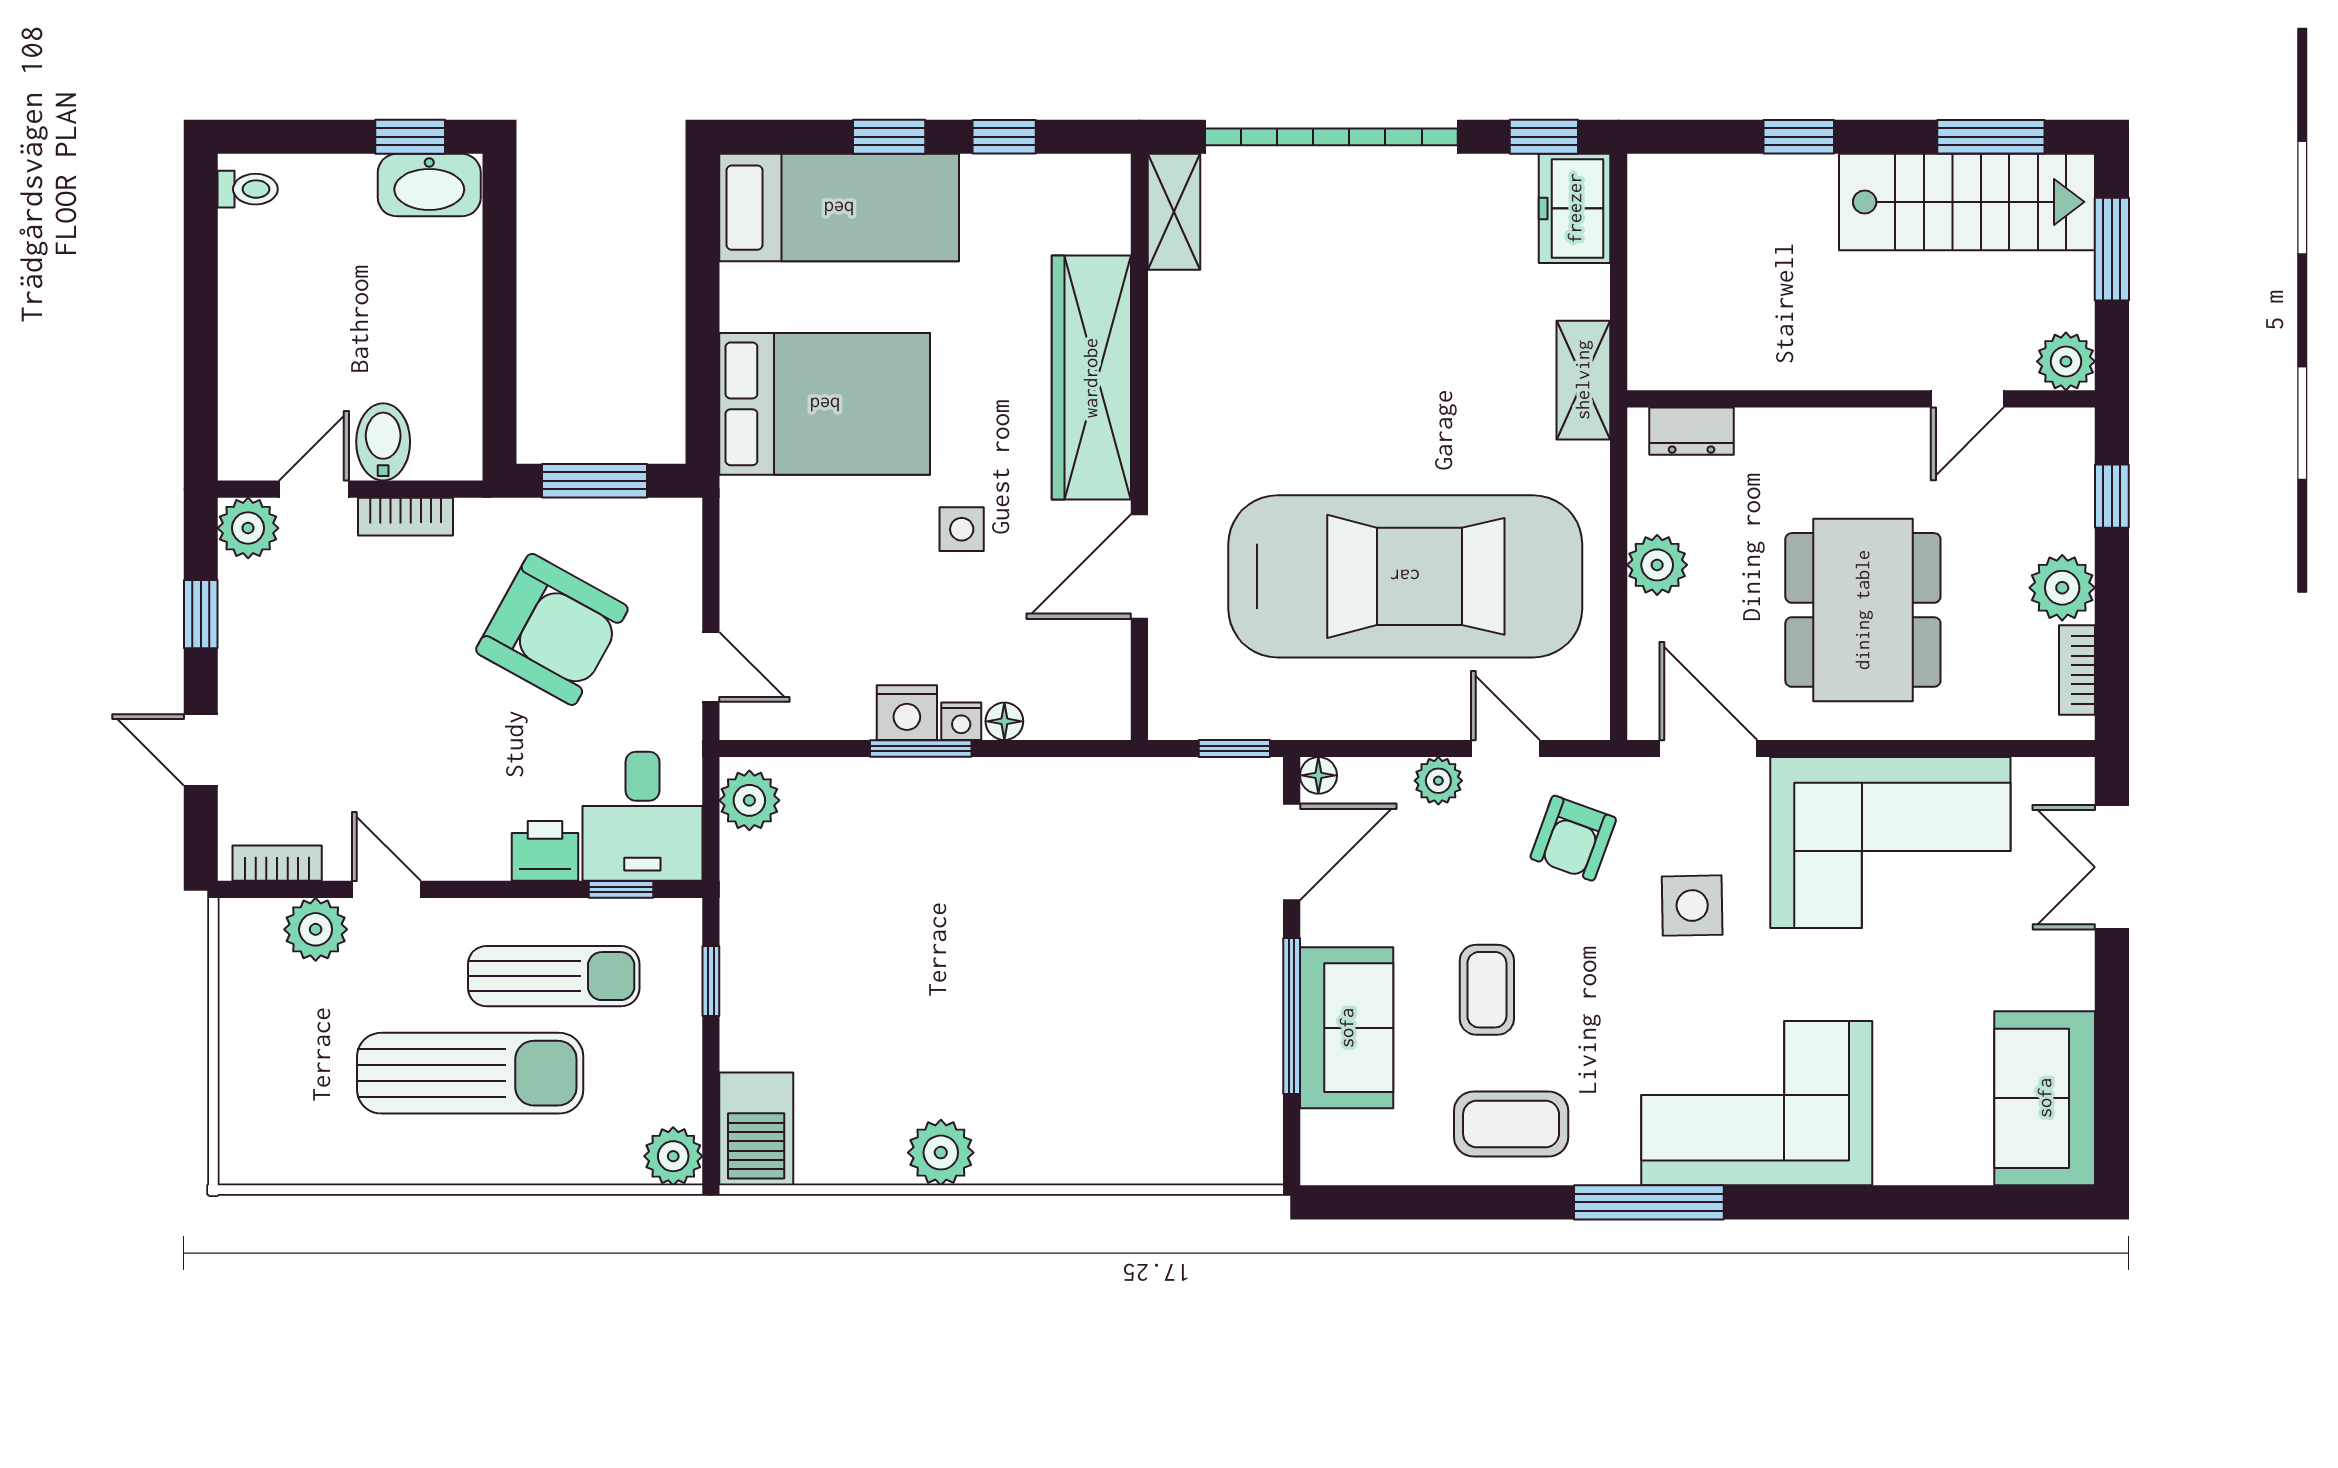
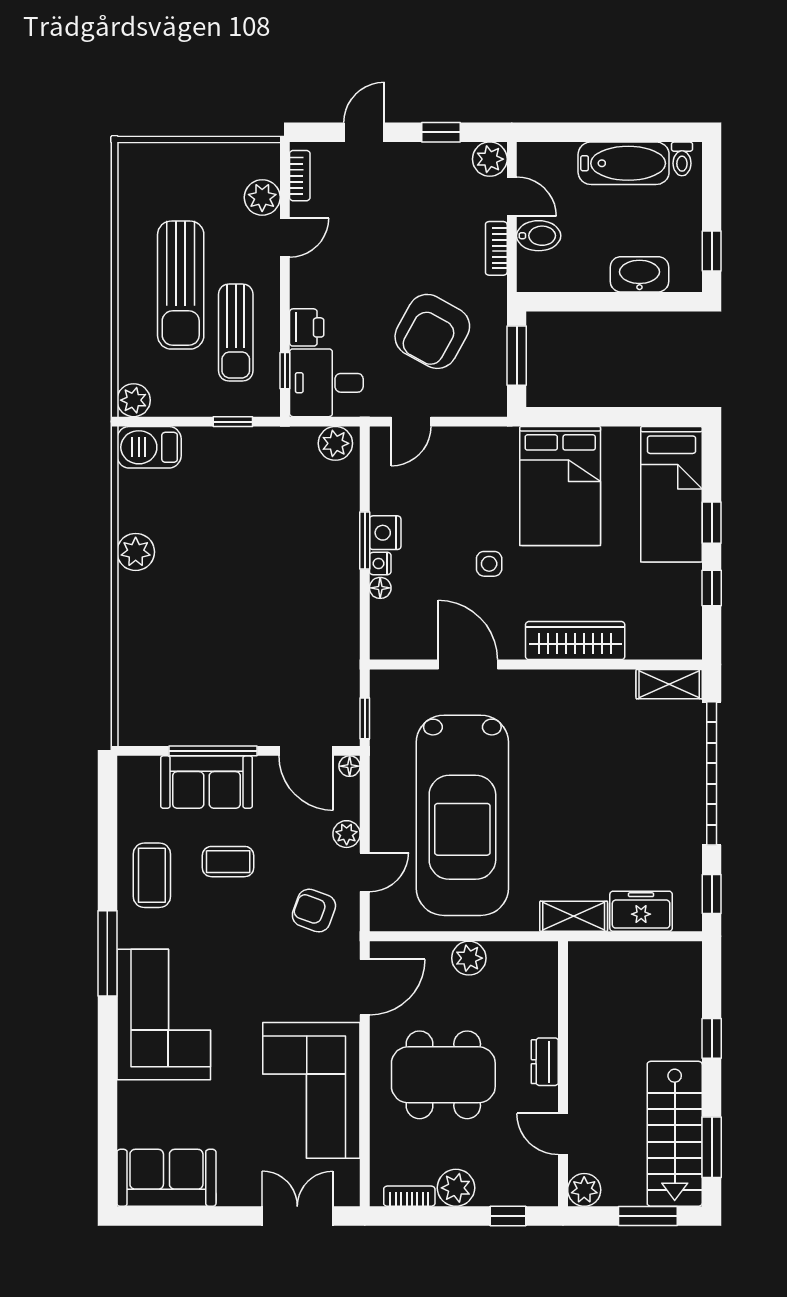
washbasin: (429, 185) -> (639, 274), moved, turned 90
freezer: (1575, 208) -> (641, 911), moved
bathtub: (255, 292) -> (624, 163), added
wardrobe: (1091, 378) -> (575, 641), width x0.71, depth x0.85
dresser: (1692, 431) -> (545, 1062), moved
side table: (1692, 906) -> (276, 978), removed

